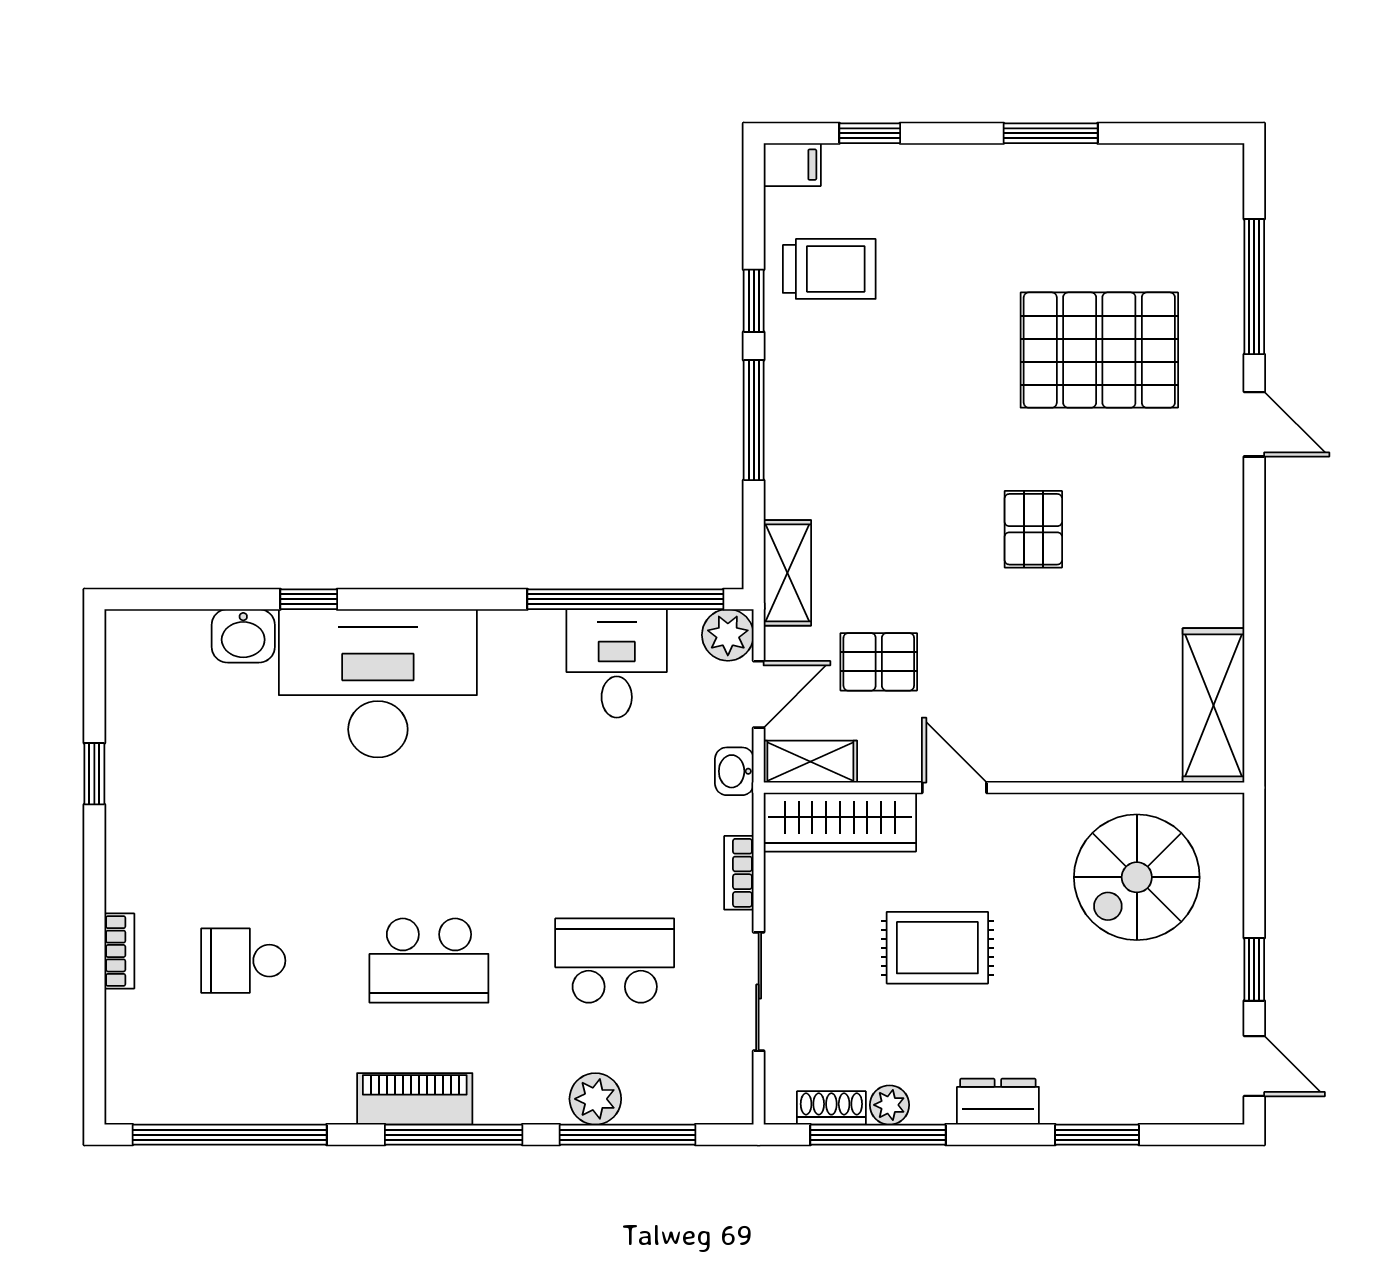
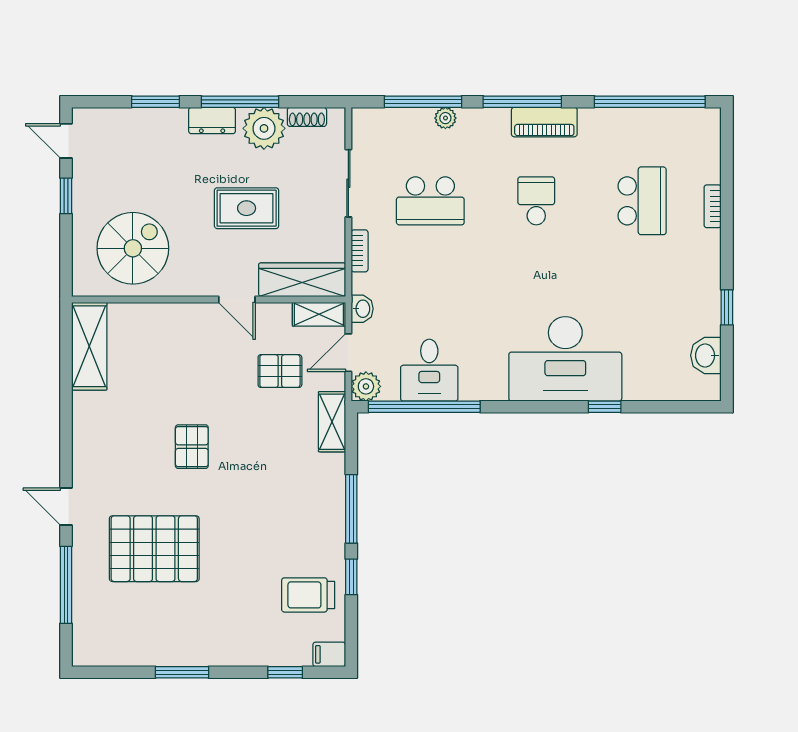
washbasin: (243, 636) -> (706, 355), moved, turned -90
school desk: (243, 961) -> (642, 201), width x1.85
school desk: (429, 961) -> (536, 201), width x0.54
plant: (595, 1099) -> (445, 118), width x0.73, depth x0.73
plant: (889, 1105) -> (264, 128), width x1.88, depth x1.88
window: (878, 1135) -> (240, 102), moved

